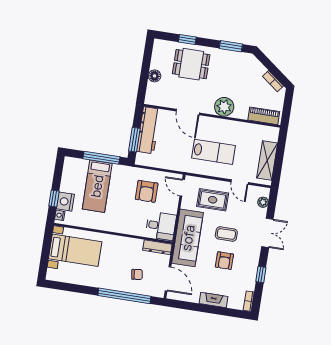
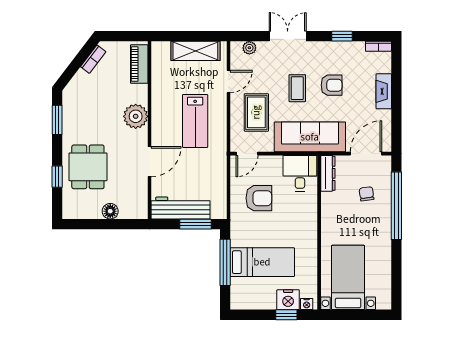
lab bench: (213, 152) -> (195, 121), turned 180

